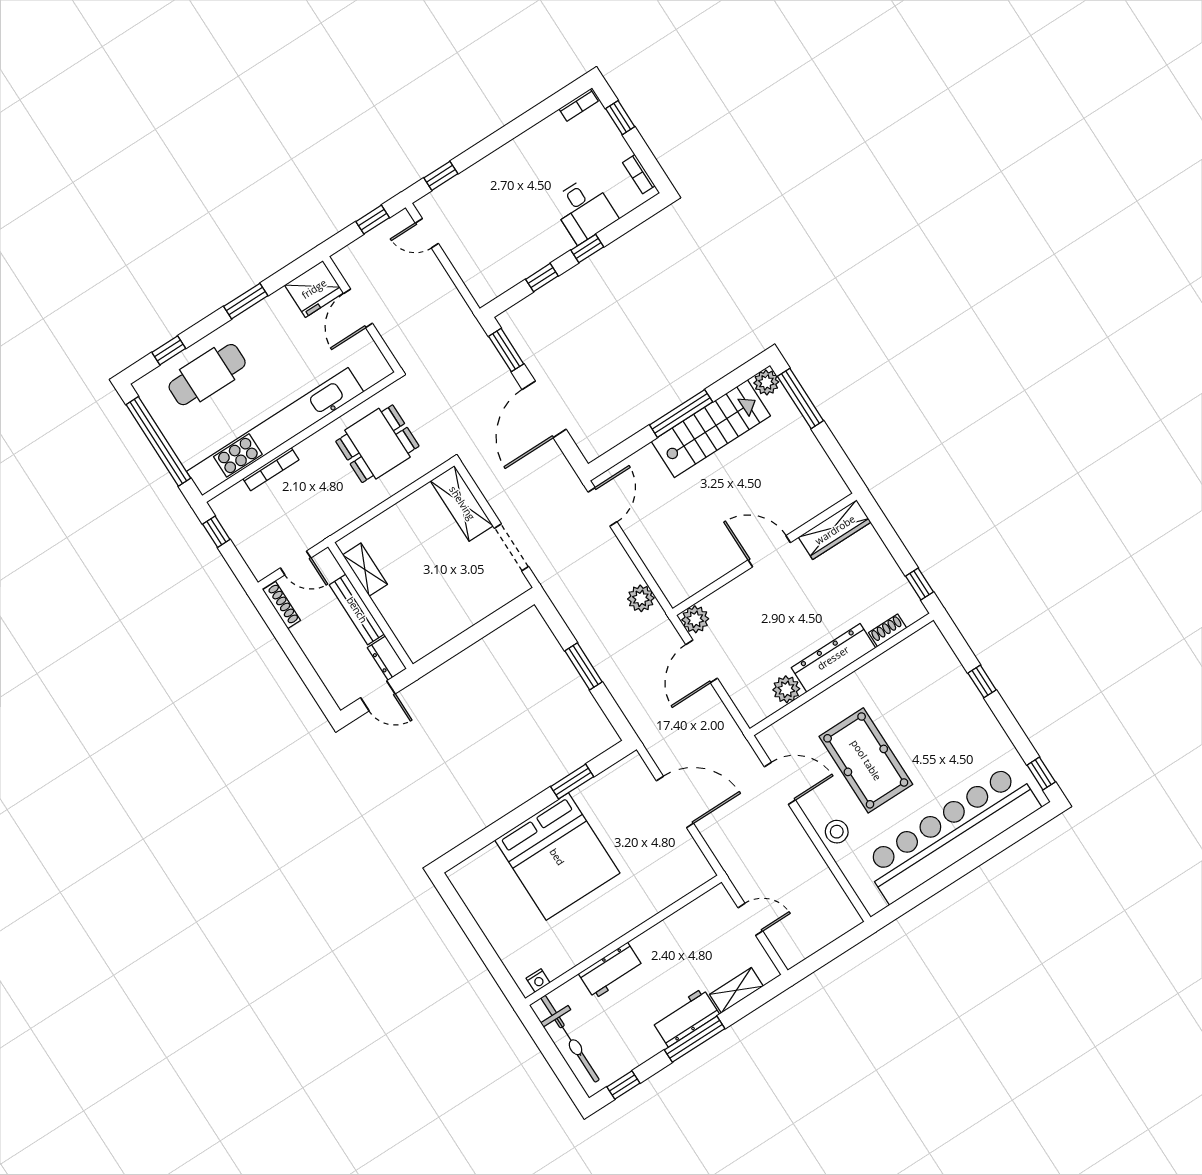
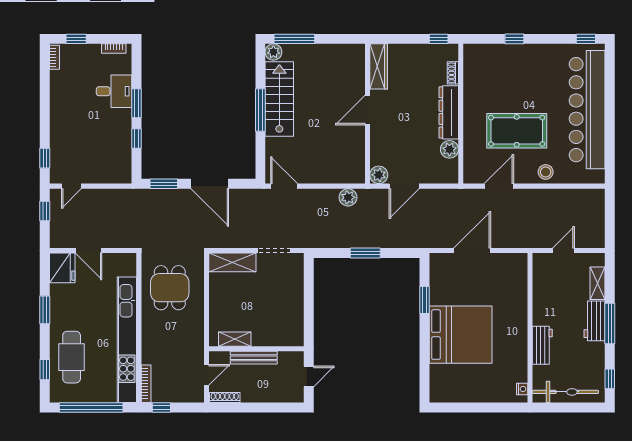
window: (587, 248) -> (136, 103), width x1.50
bookcase: (271, 469) -> (146, 384), moved
dresser: (387, 658) -> (291, 358), removed
door: (702, 661) -> (404, 186), hinge flipped

